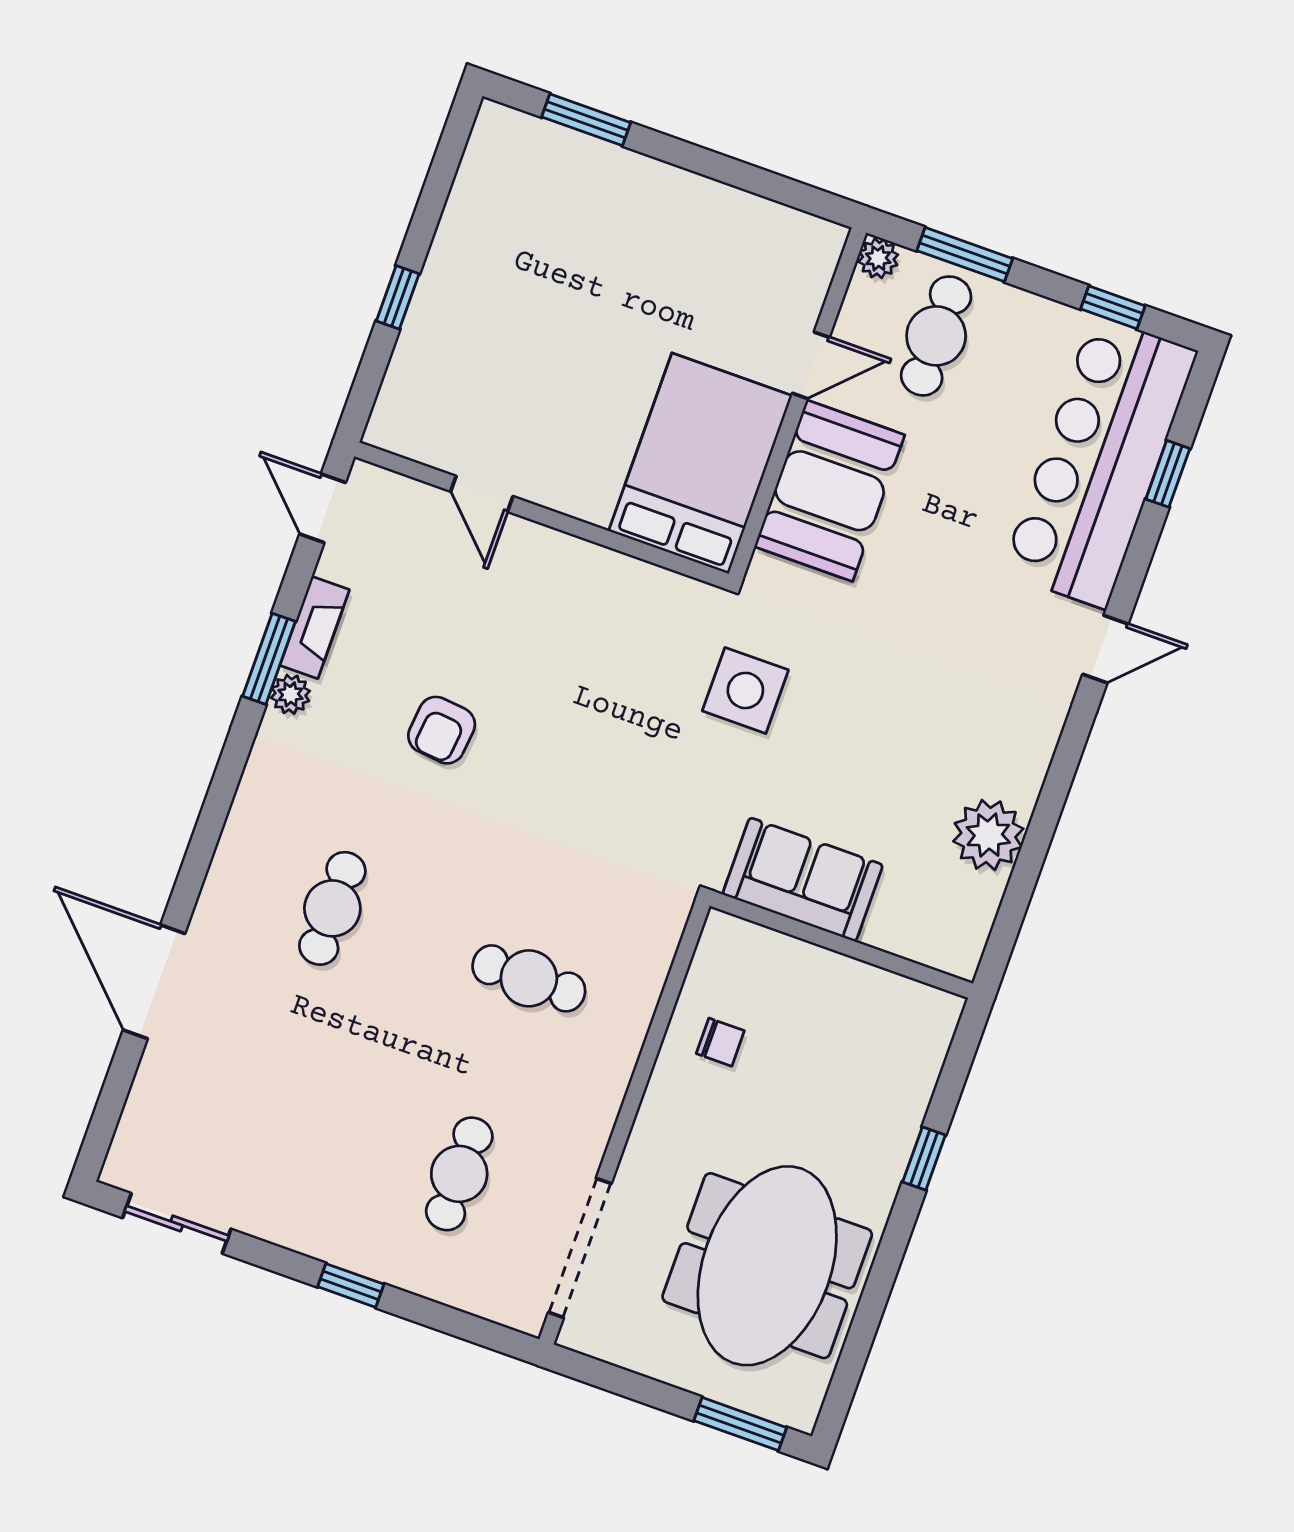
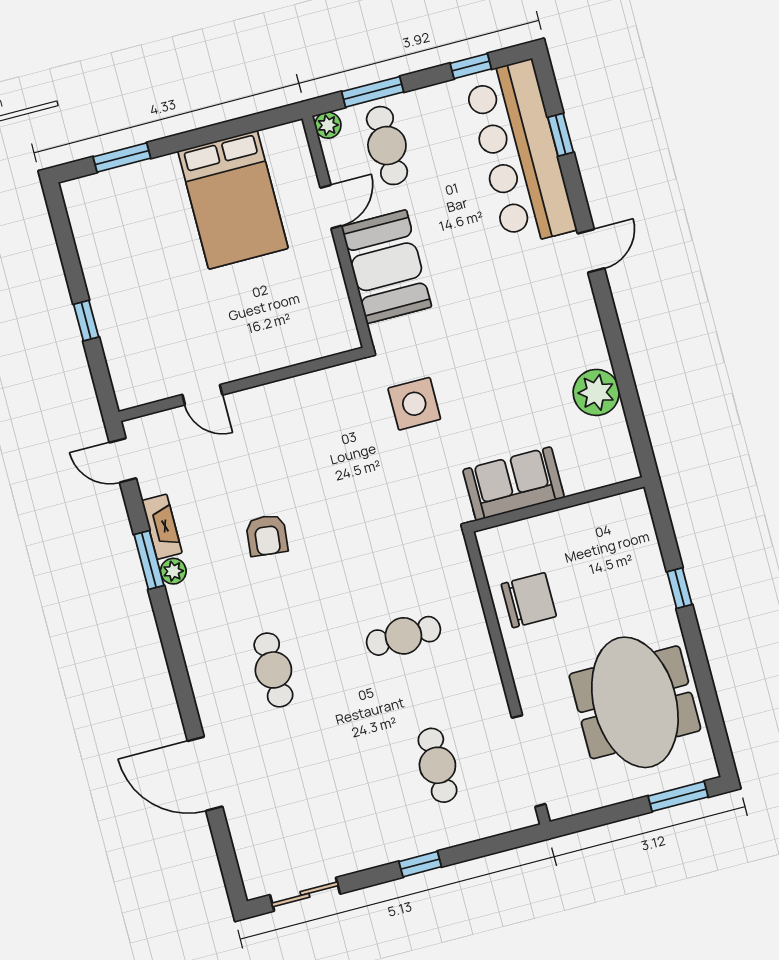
bed: (700, 463) -> (233, 200), moved, turned 180
chair: (720, 1042) -> (529, 600), width x1.87, depth x1.87

